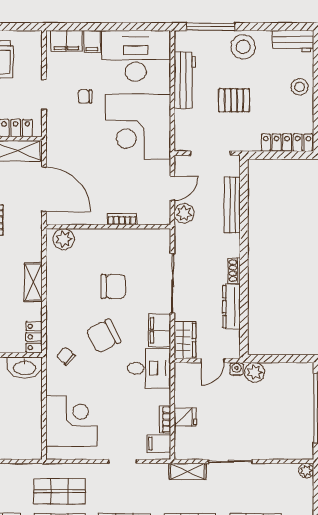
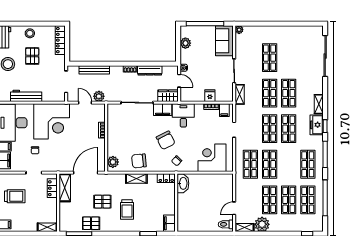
pallet: (234, 100) -> (32, 56), moved
chair: (113, 286) -> (139, 161), moved, turned -96
plant: (255, 372) -> (185, 43), moved
sofa: (286, 443) -> (224, 41), added

